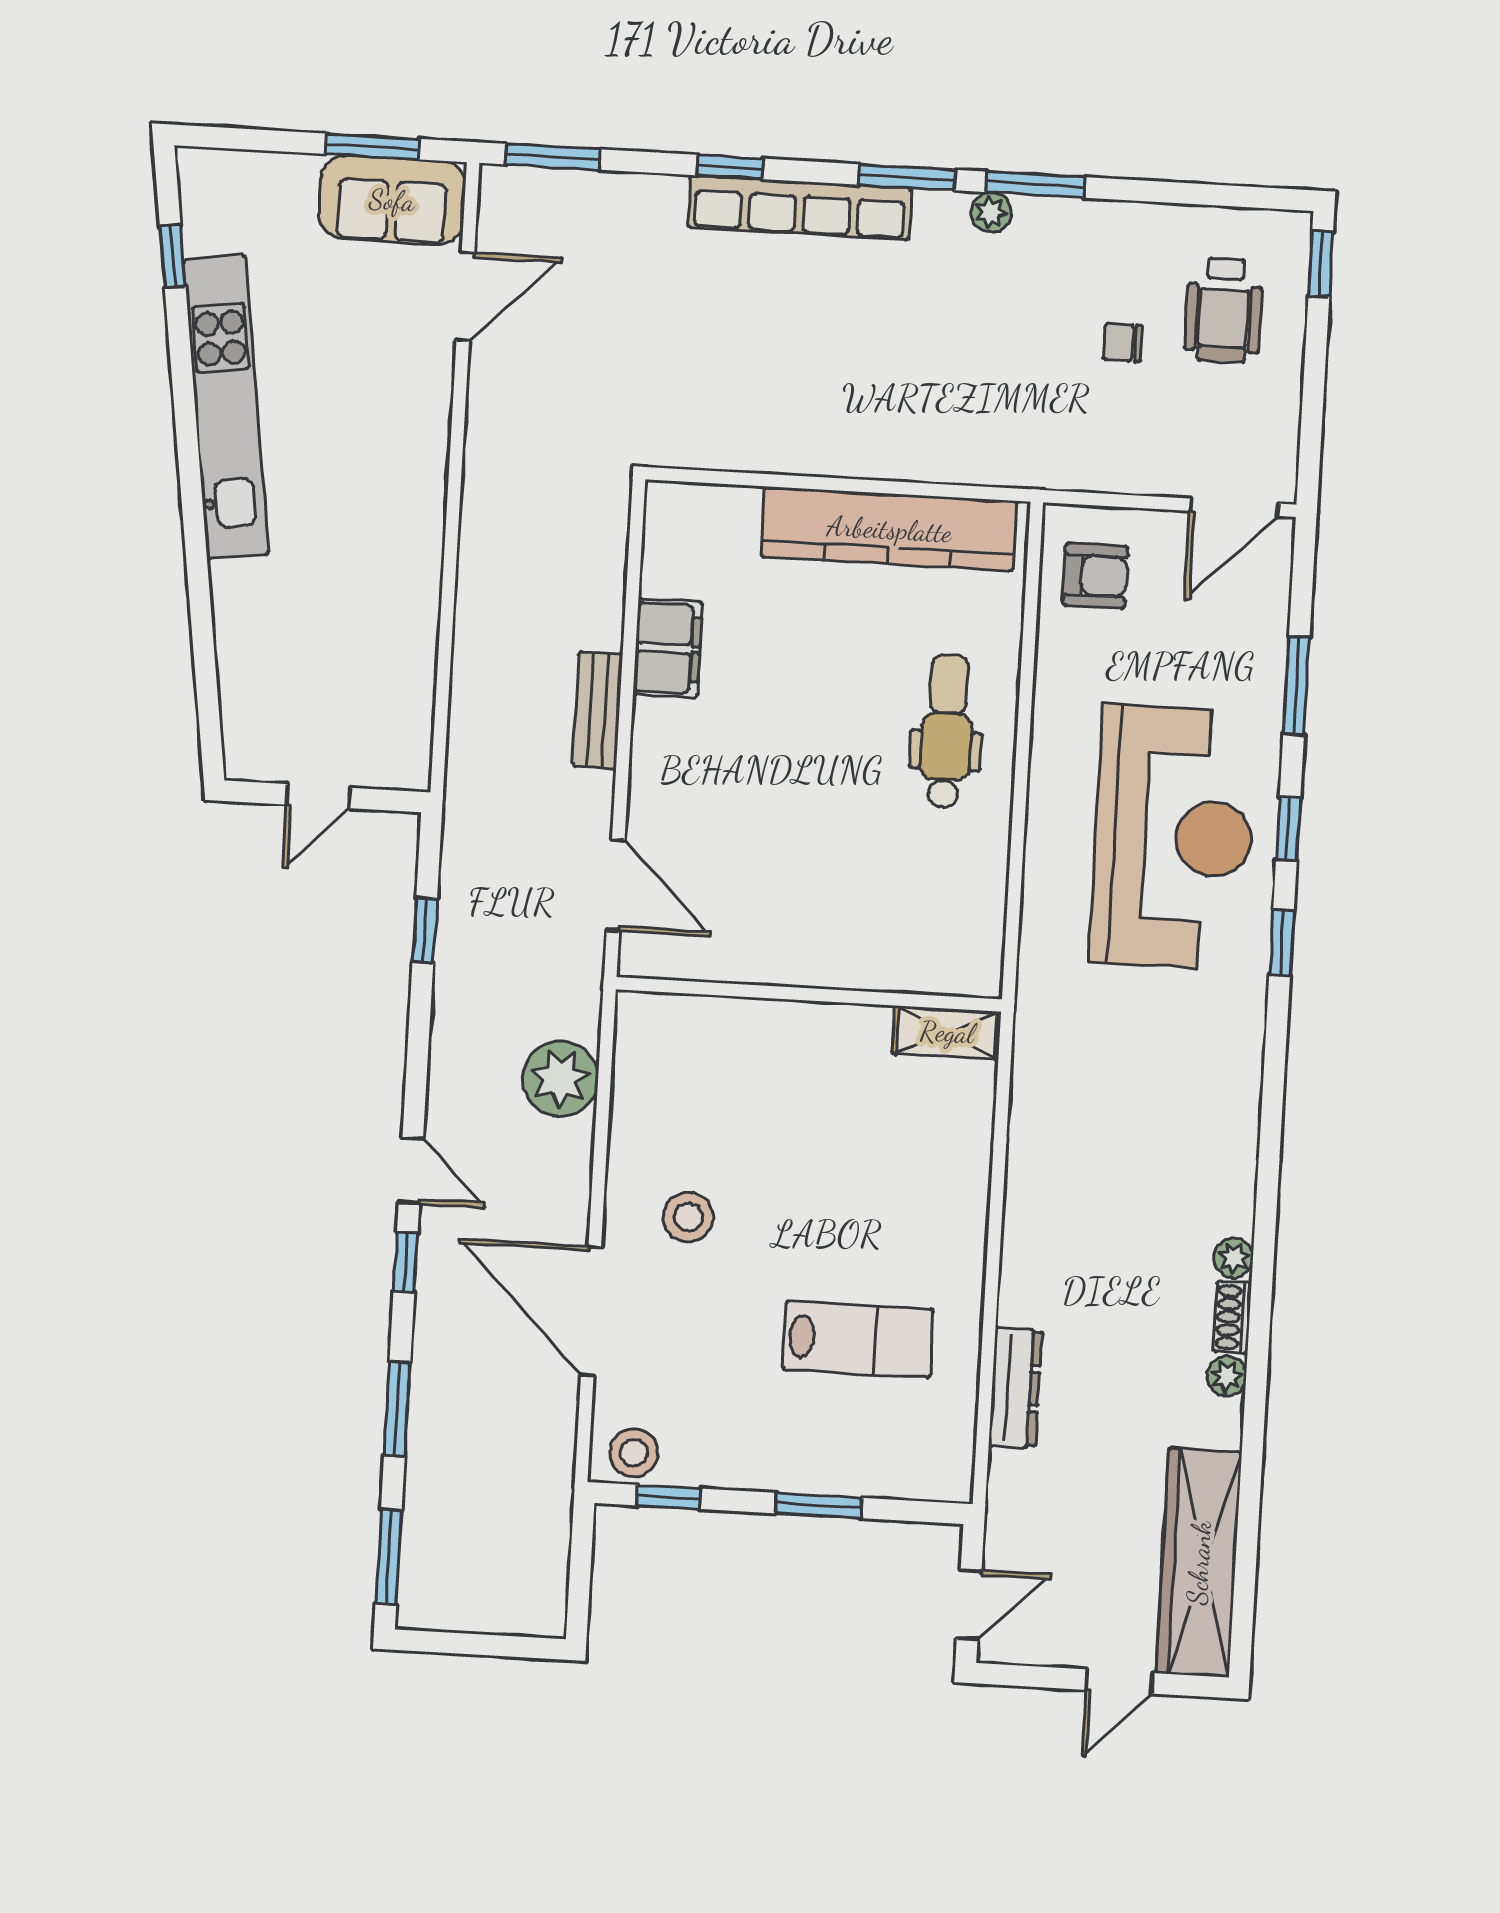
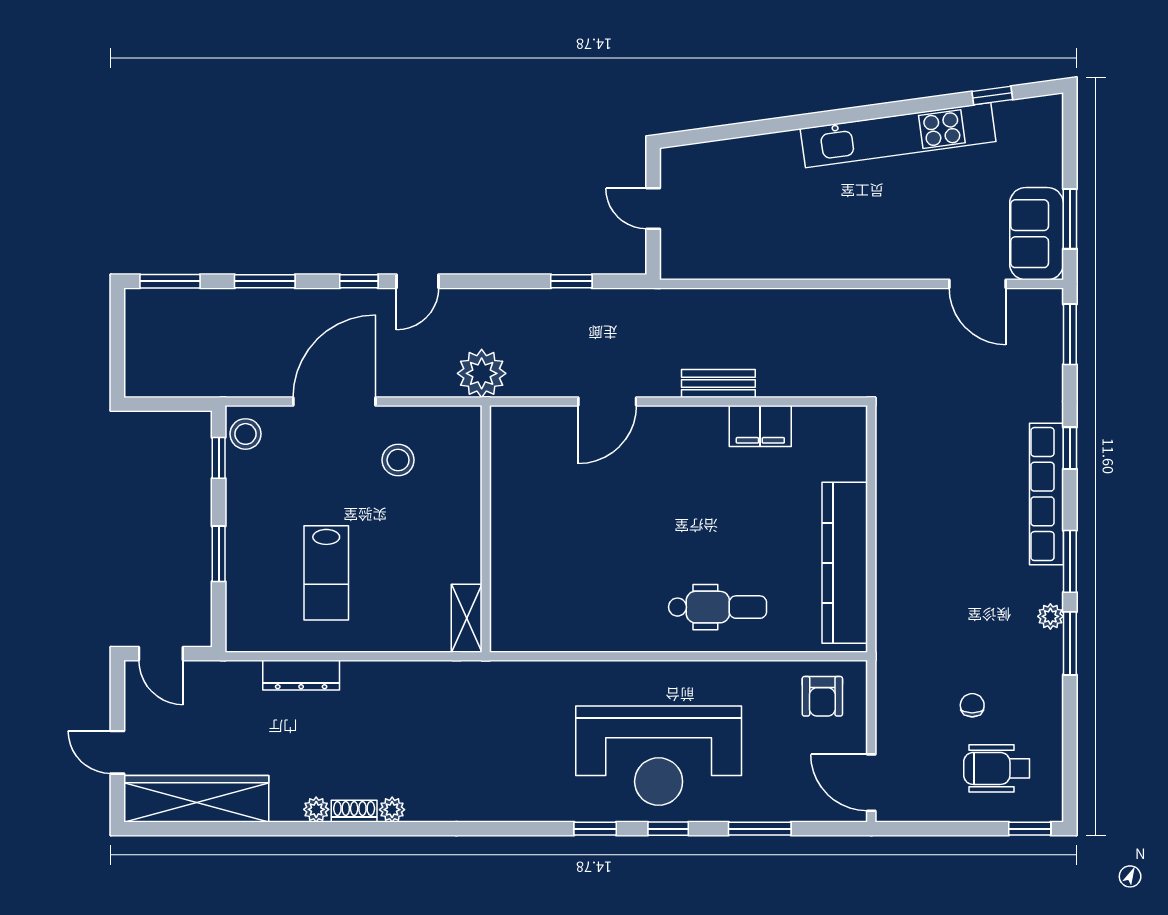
wall: (809, 994) -> (486, 529), moved
shelving: (947, 1032) -> (467, 618), moved

